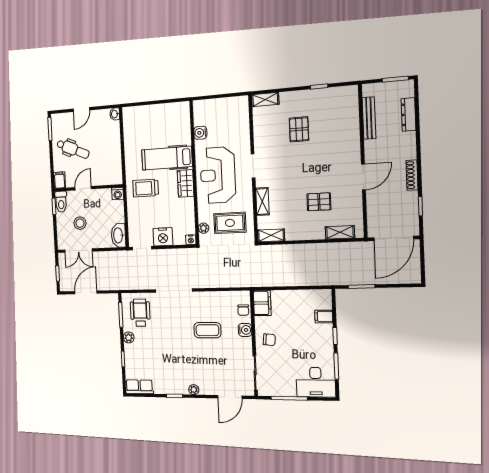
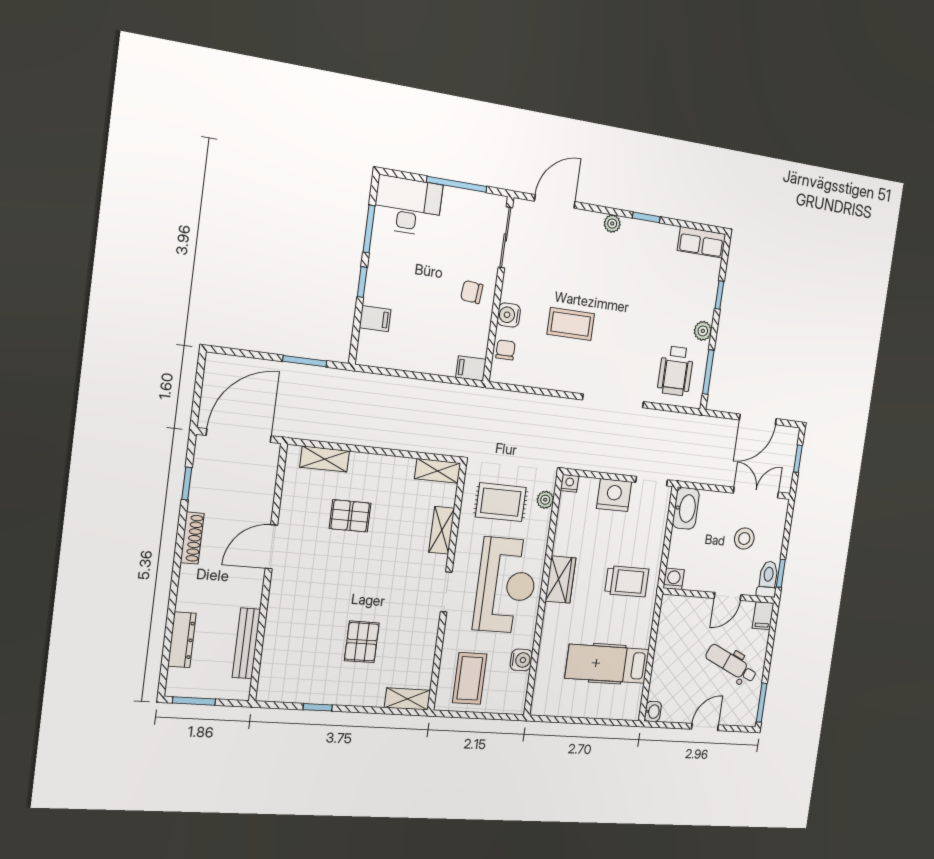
coffee table: (230, 117) -> (470, 678), added
hospital bed: (167, 158) -> (607, 664), moved, turned 180
filing cabinet: (262, 303) -> (471, 368), width x0.50

